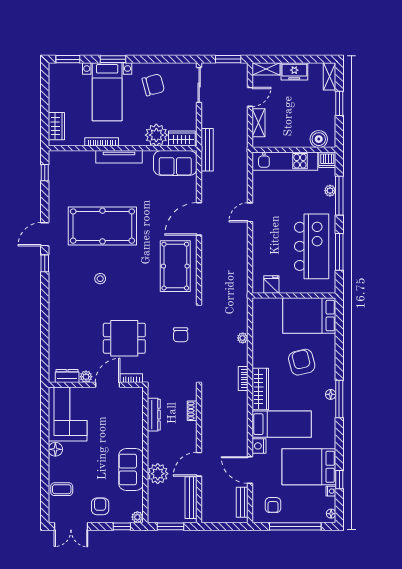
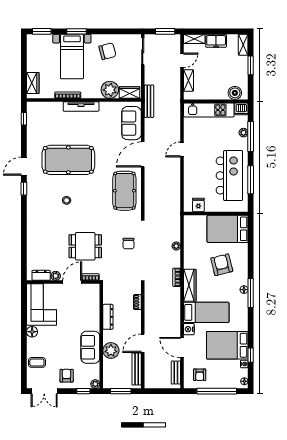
sofa: (175, 163) -> (131, 123), moved, turned 90
dresser: (154, 415) -> (108, 317), moved

